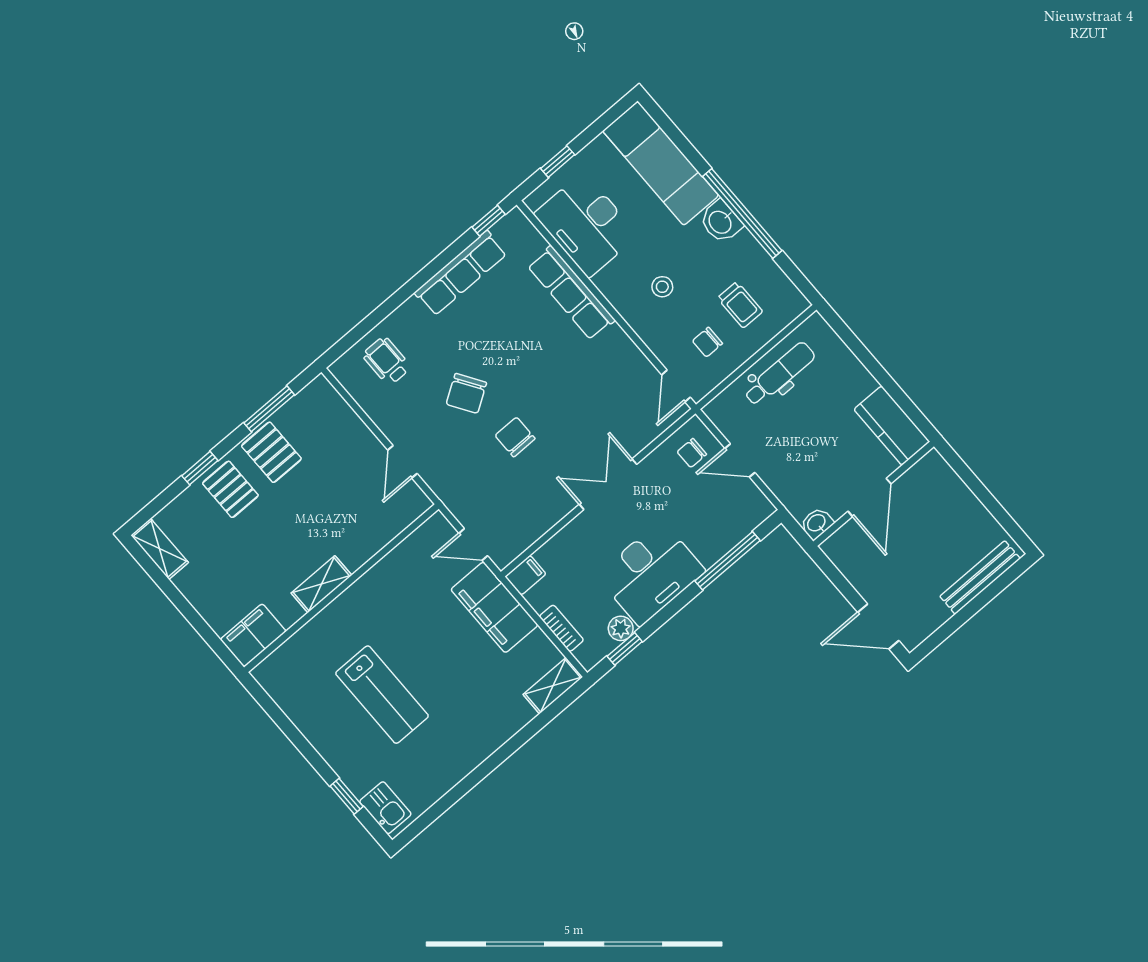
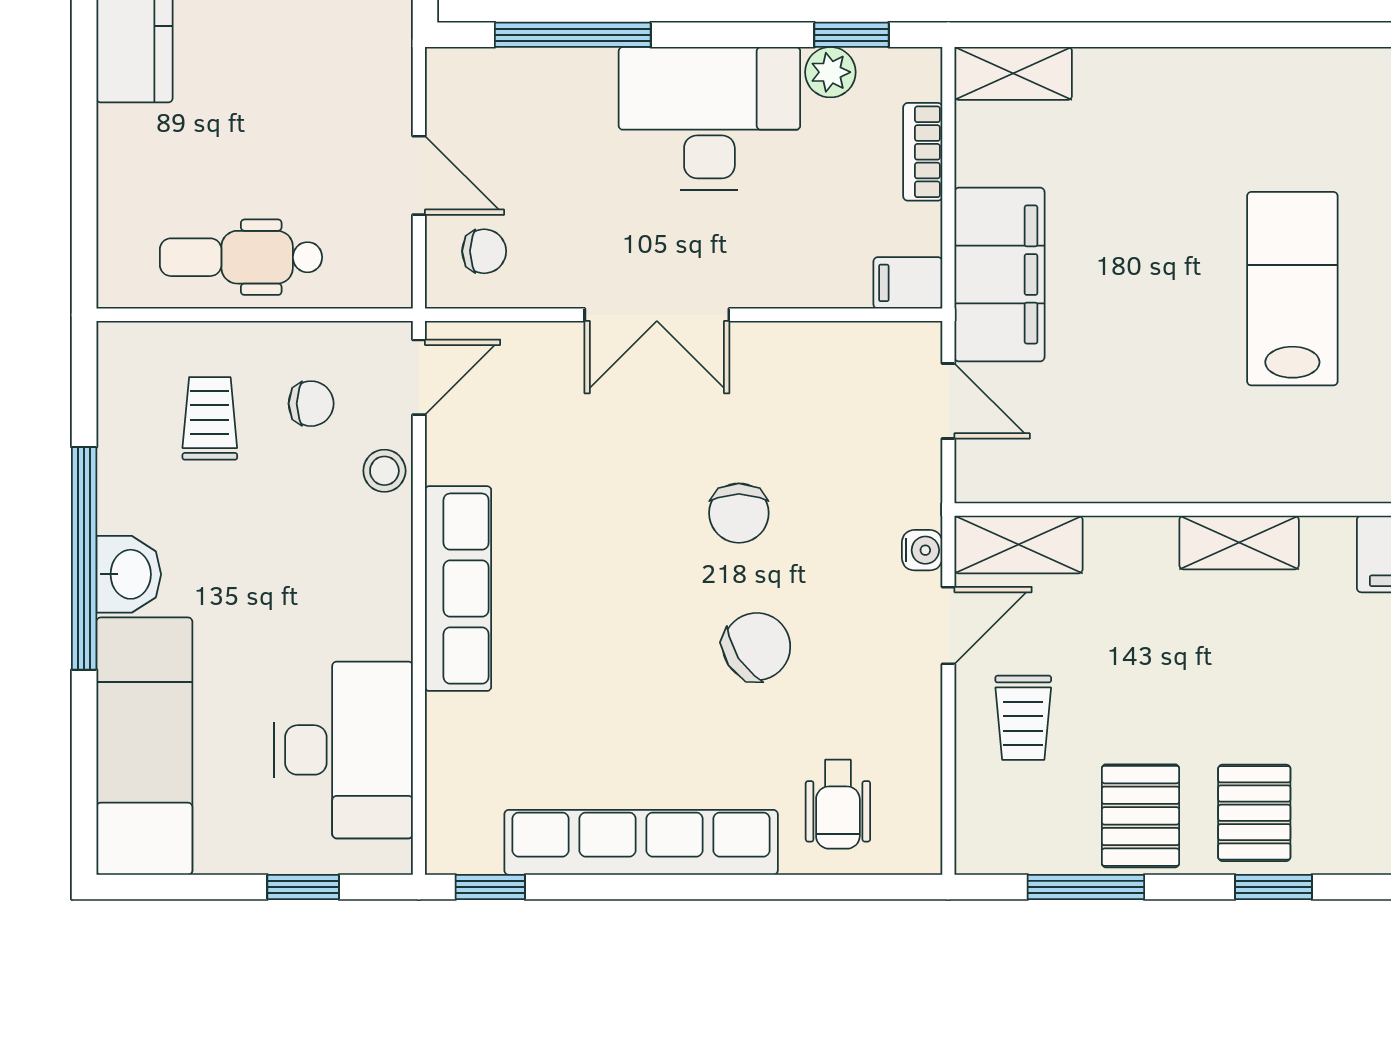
row of seats: (461, 273) -> (641, 842), width x1.36
stool: (662, 287) -> (384, 471), moved
row of seats: (571, 293) -> (458, 589), moved
trolley: (346, 451) -> (1023, 718), added
water cooler: (436, 481) -> (922, 550), added
shelving: (402, 514) -> (1019, 544), added

